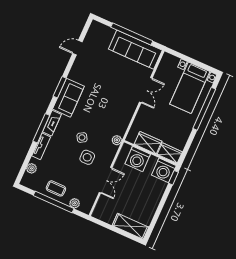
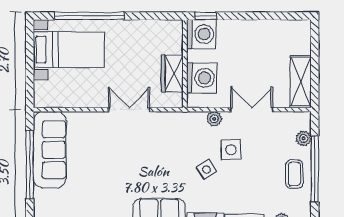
double door: (146, 90) -> (129, 110), moved
plant: (117, 140) -> (214, 119), moved
wardrobe: (170, 153) -> (173, 37), removed
shelving: (130, 226) -> (301, 82), moved

